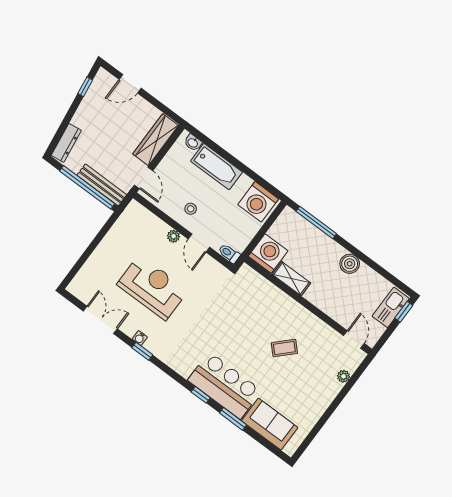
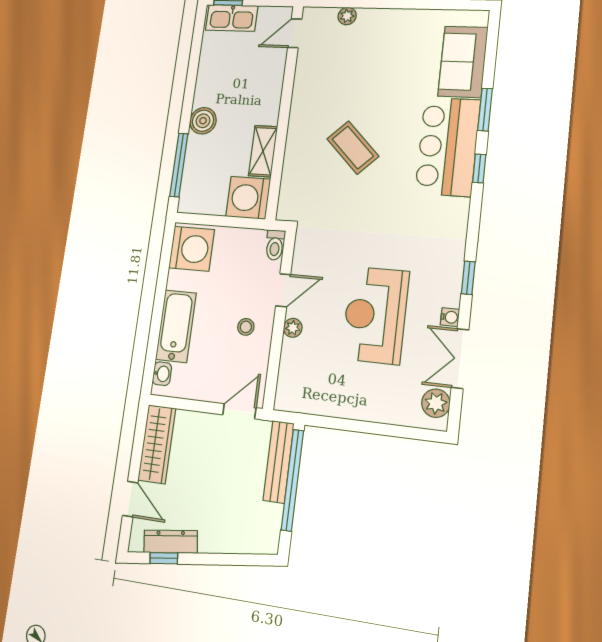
wardrobe: (156, 140) -> (157, 444), moved, turned -90
dresser: (66, 143) -> (171, 542), moved
boiler: (350, 264) -> (203, 121), moved
plant: (84, 292) -> (436, 403), added
water cooler: (140, 338) -> (450, 317), moved
coffee table: (284, 348) -> (353, 148), moved, width x1.36, depth x1.30

